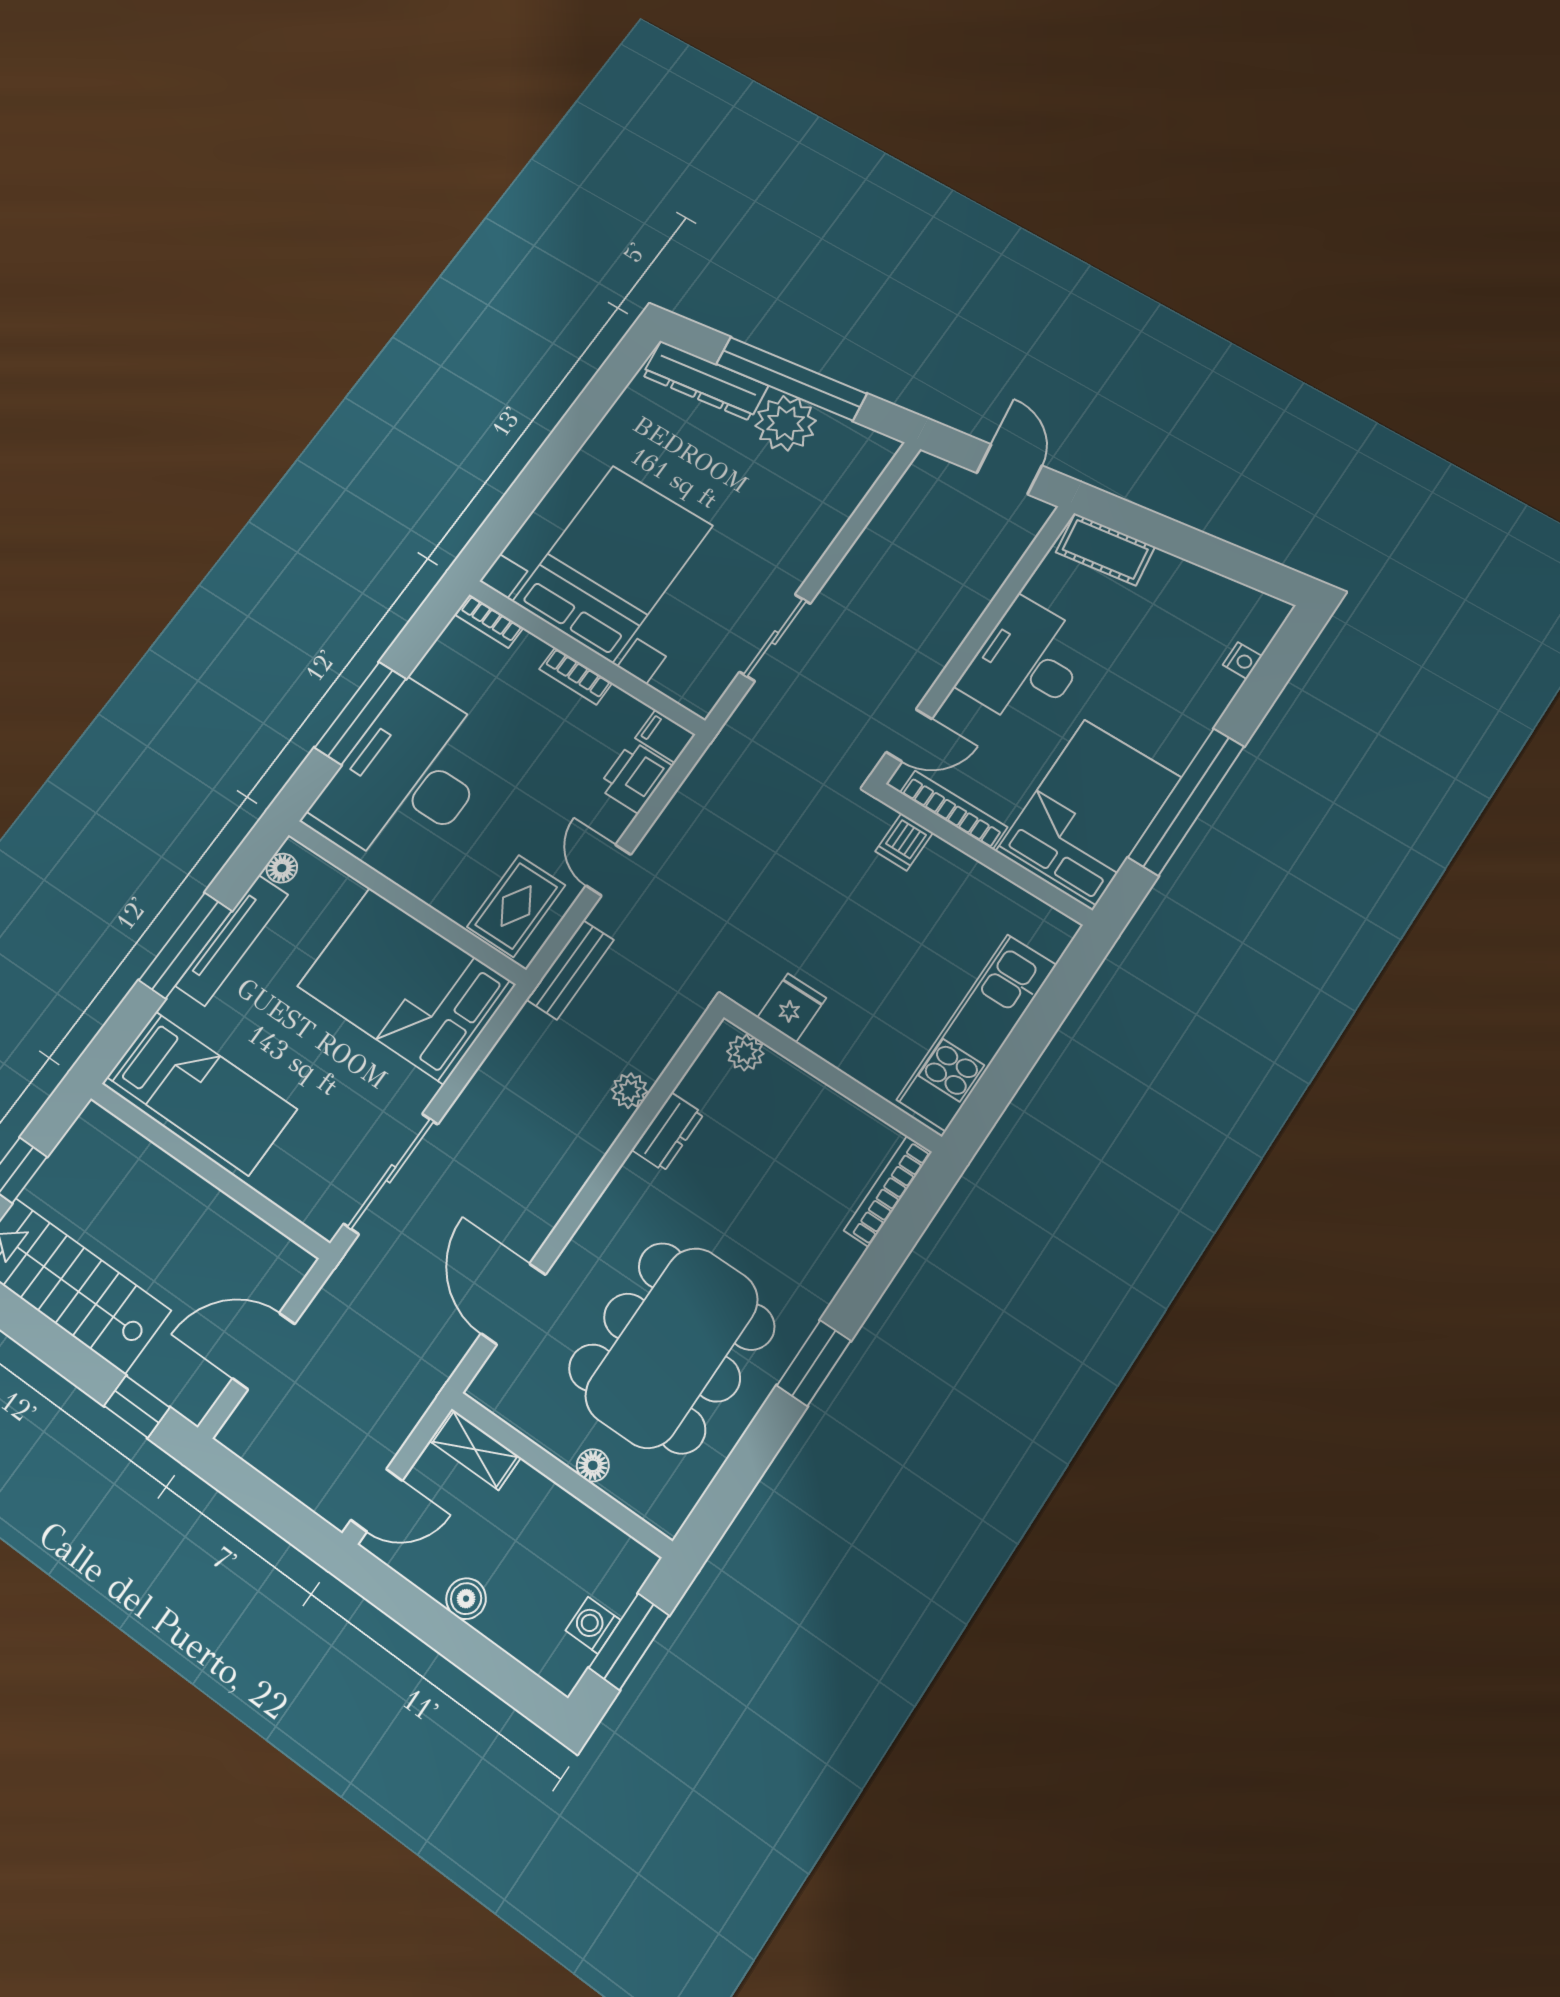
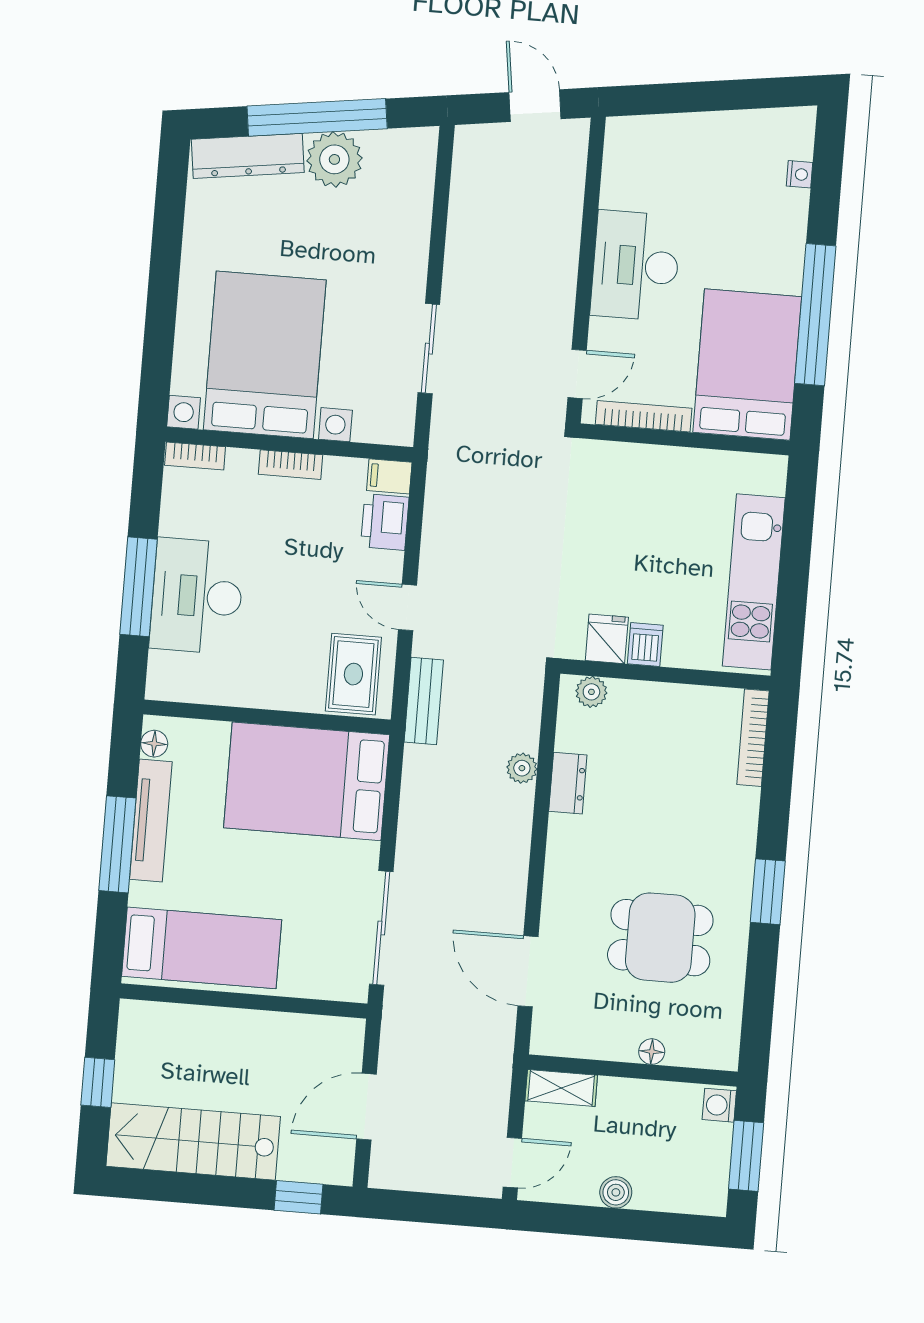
cot: (1105, 549) -> (647, 136), removed
desk: (409, 777) -> (197, 596), width x0.73, depth x0.77
dishwasher: (904, 842) -> (645, 645), moved, turned 180
dining table: (672, 1347) -> (660, 938), width x0.53, depth x0.80
washing machine: (593, 1625) -> (719, 1105), moved

